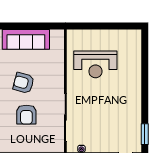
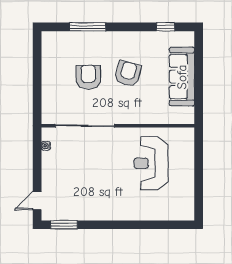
armchair: (26, 115) -> (88, 77), turned 90

